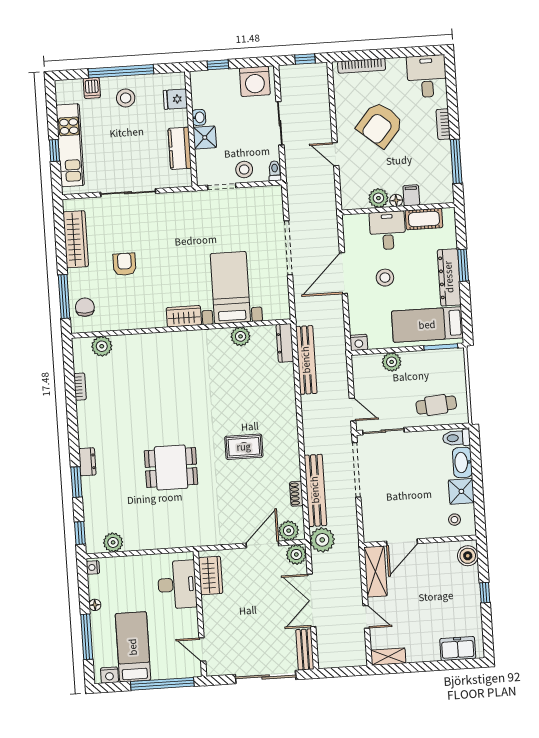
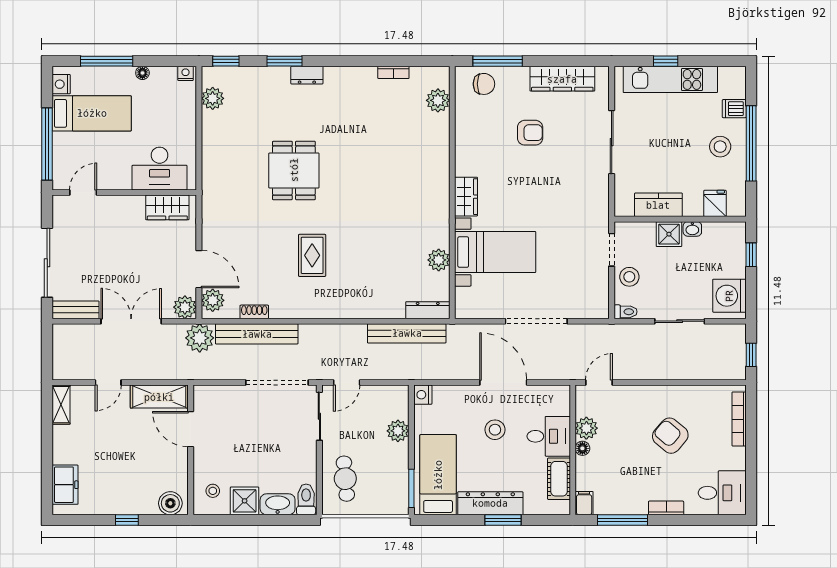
armchair: (380, 125) -> (670, 436), width x0.73, depth x0.73
door: (336, 154) -> (599, 383), moved
filing cabinet: (411, 195) -> (584, 503), moved, turned -90

